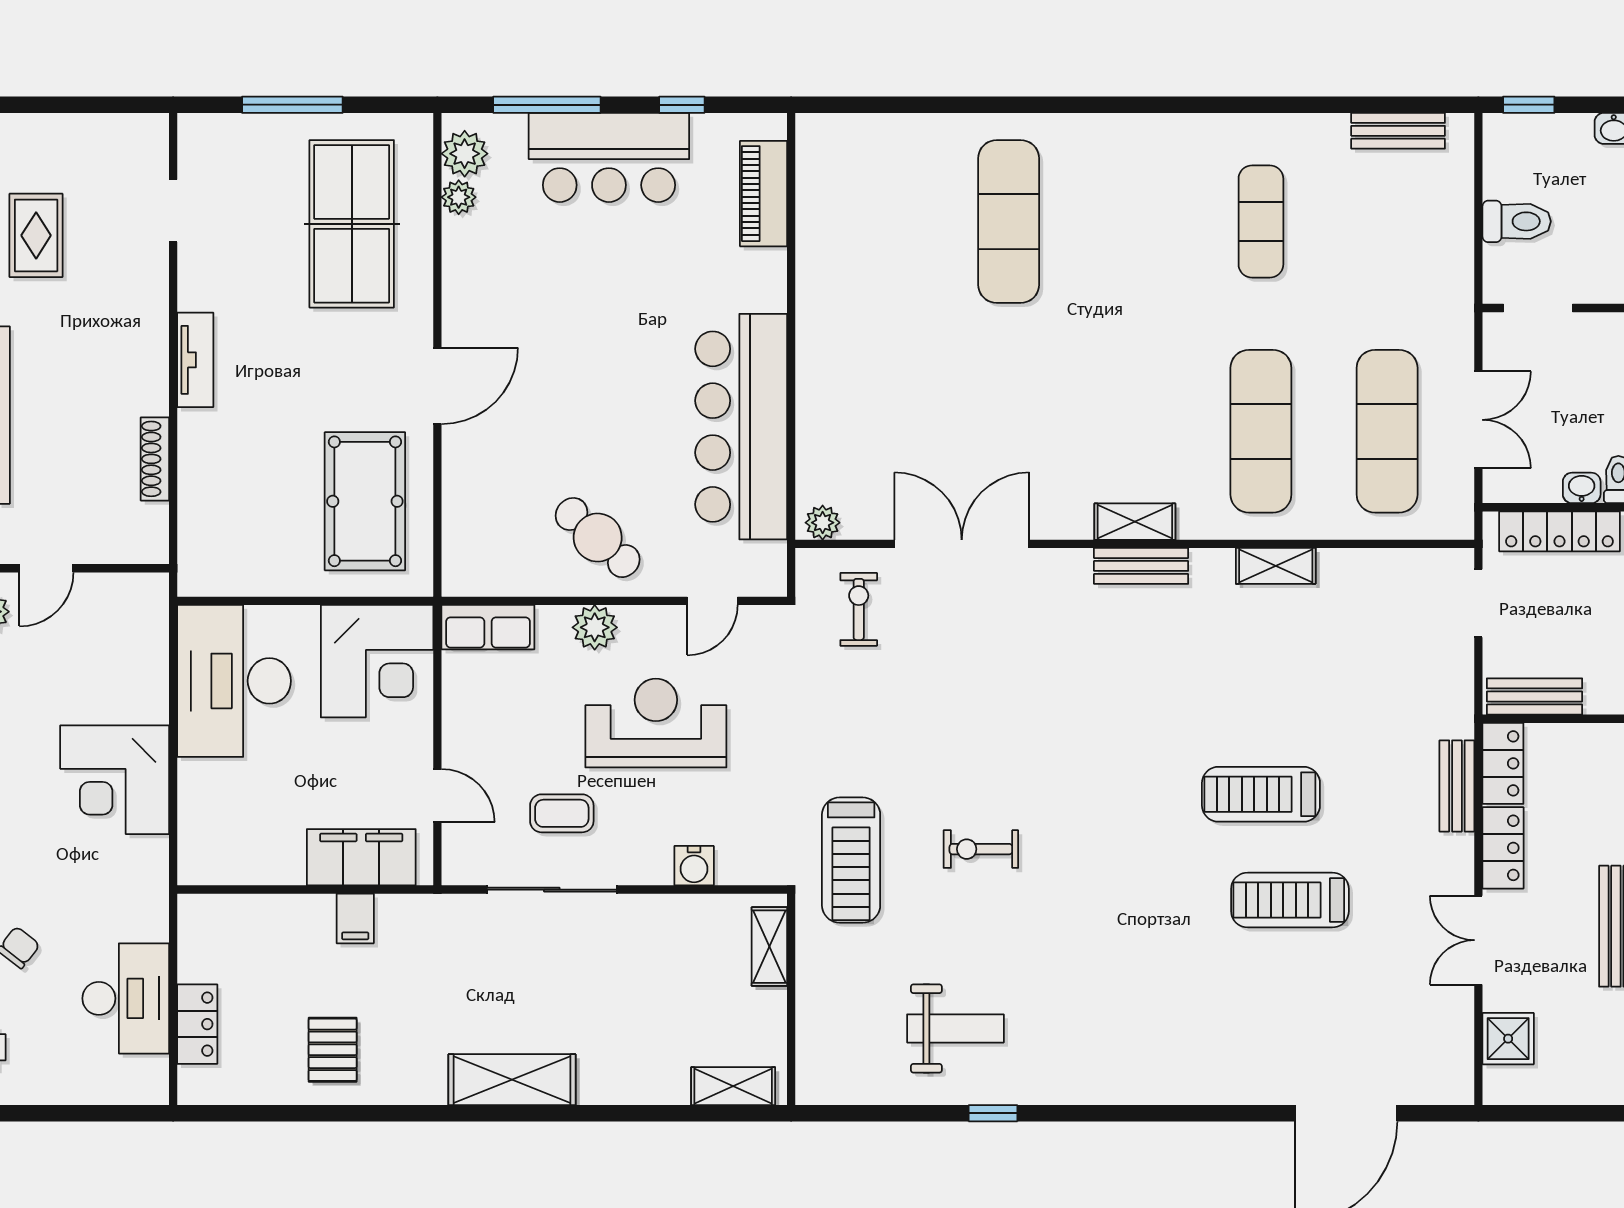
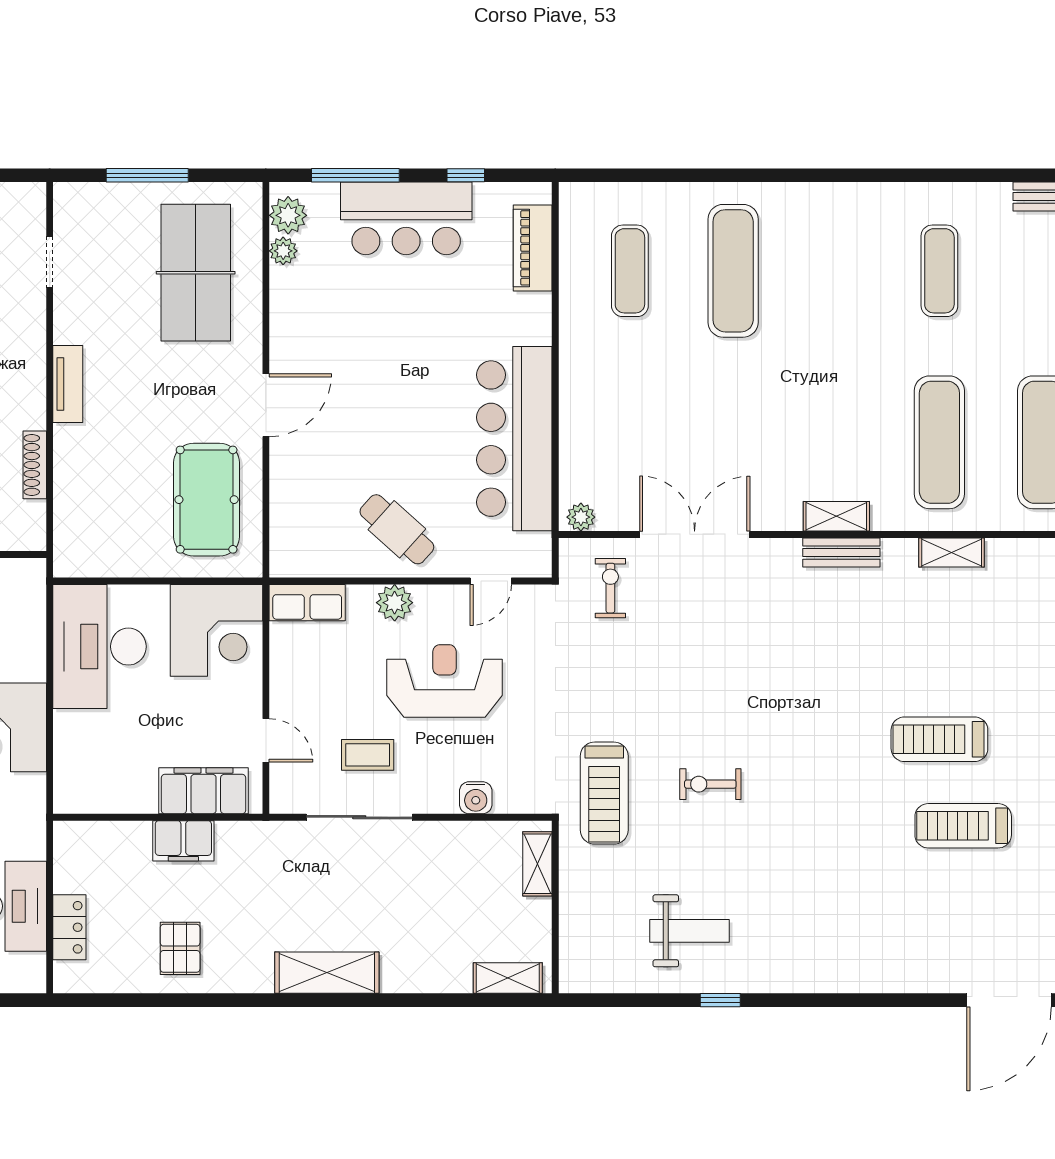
exercise mat: (883, 222) -> (630, 271), added
filing cabinet: (355, 918) -> (183, 841), width x2.00

